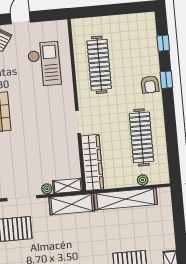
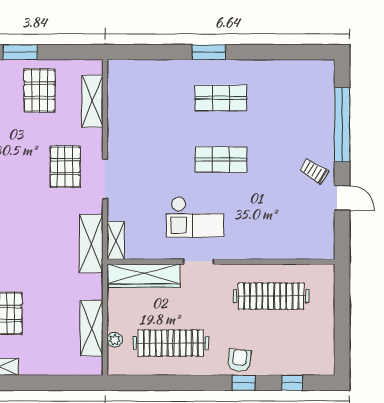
checkout: (44, 64) -> (195, 217), moved
armchair: (150, 84) -> (239, 360), turned 99
plant: (47, 189) -> (114, 213), removed
shelving: (126, 199) -> (92, 328), width x0.68

